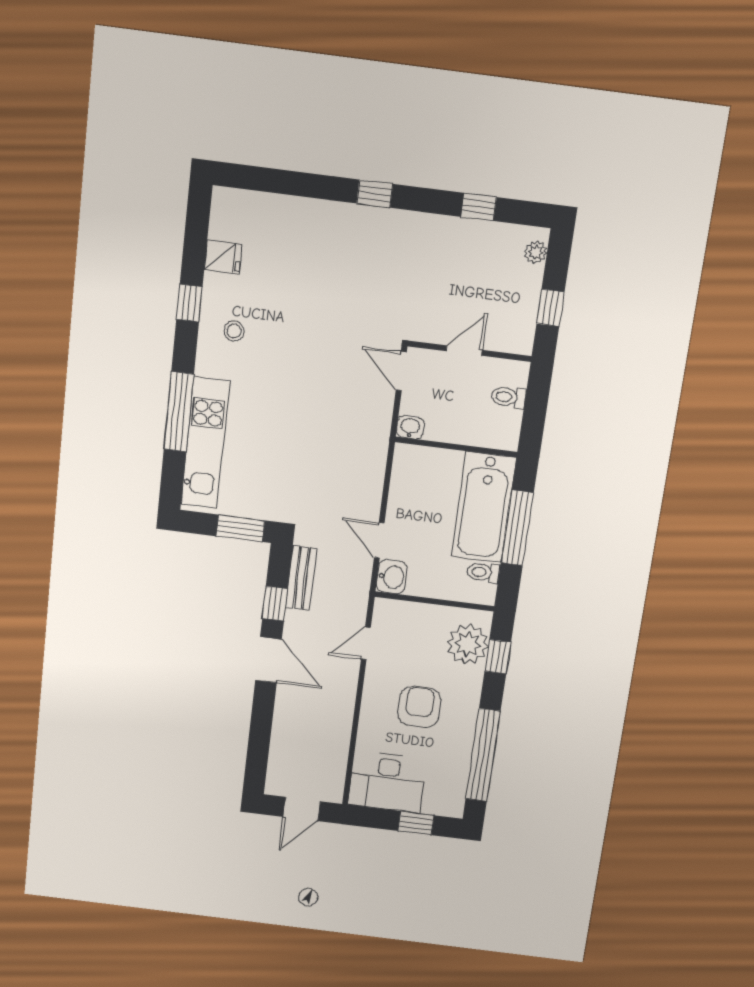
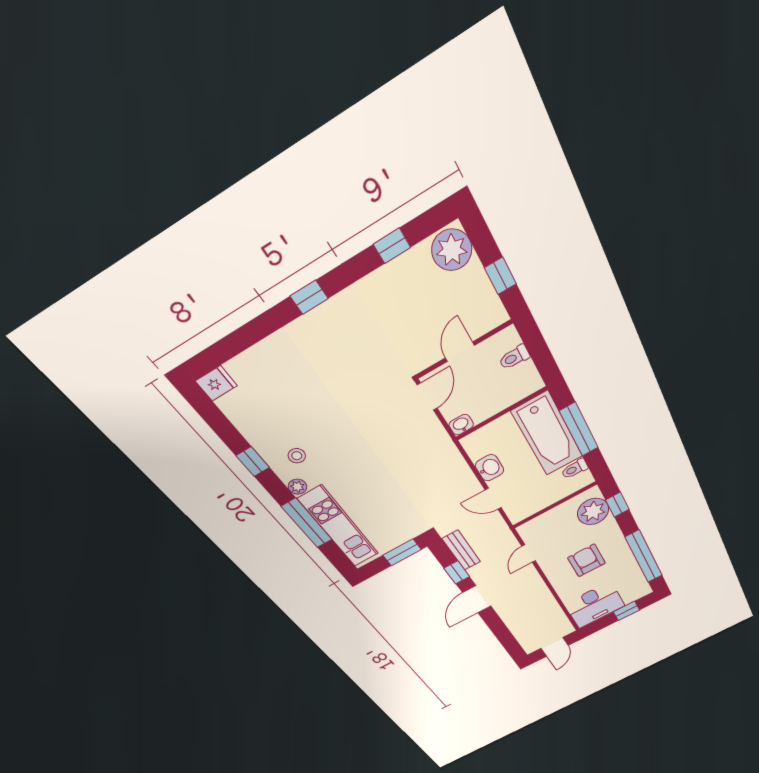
plant: (536, 252) -> (452, 250), width x1.88, depth x1.88
fridge: (223, 257) -> (216, 383), moved
plant: (206, 364) -> (297, 487), added
door: (401, 371) -> (427, 397), swing flipped
washbasin: (392, 577) -> (490, 468), moved
door: (268, 660) -> (477, 599), swing flipped

